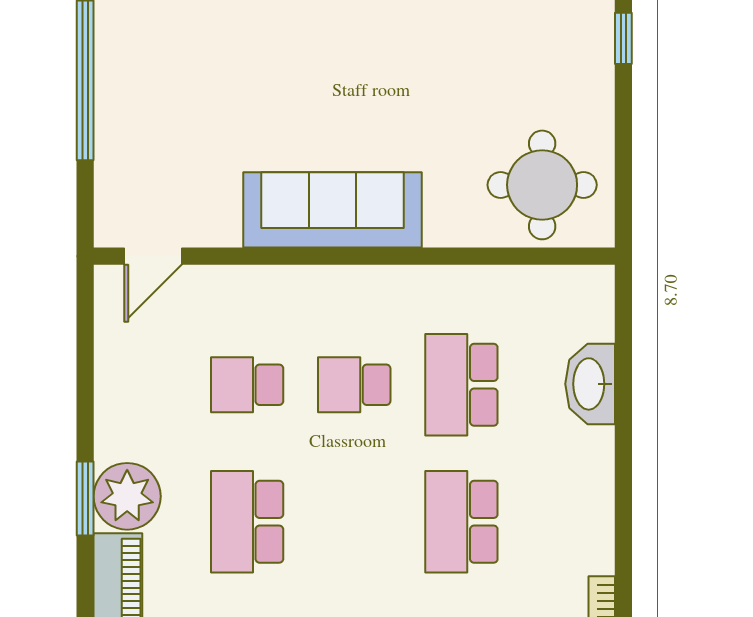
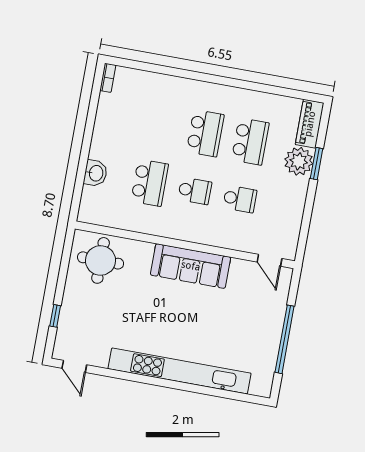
door: (153, 256) -> (269, 260), swing flipped
washbasin: (590, 384) -> (96, 173), width x0.72
school desk: (461, 522) -> (205, 133), moved

